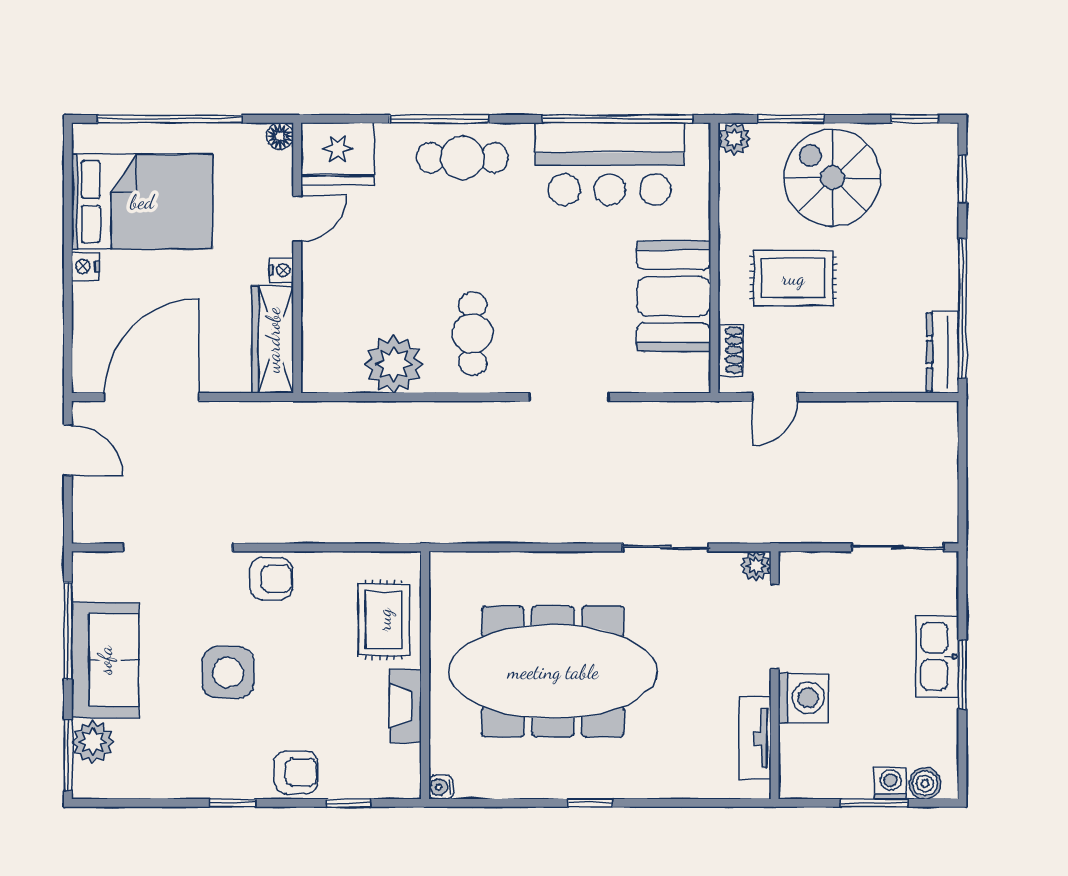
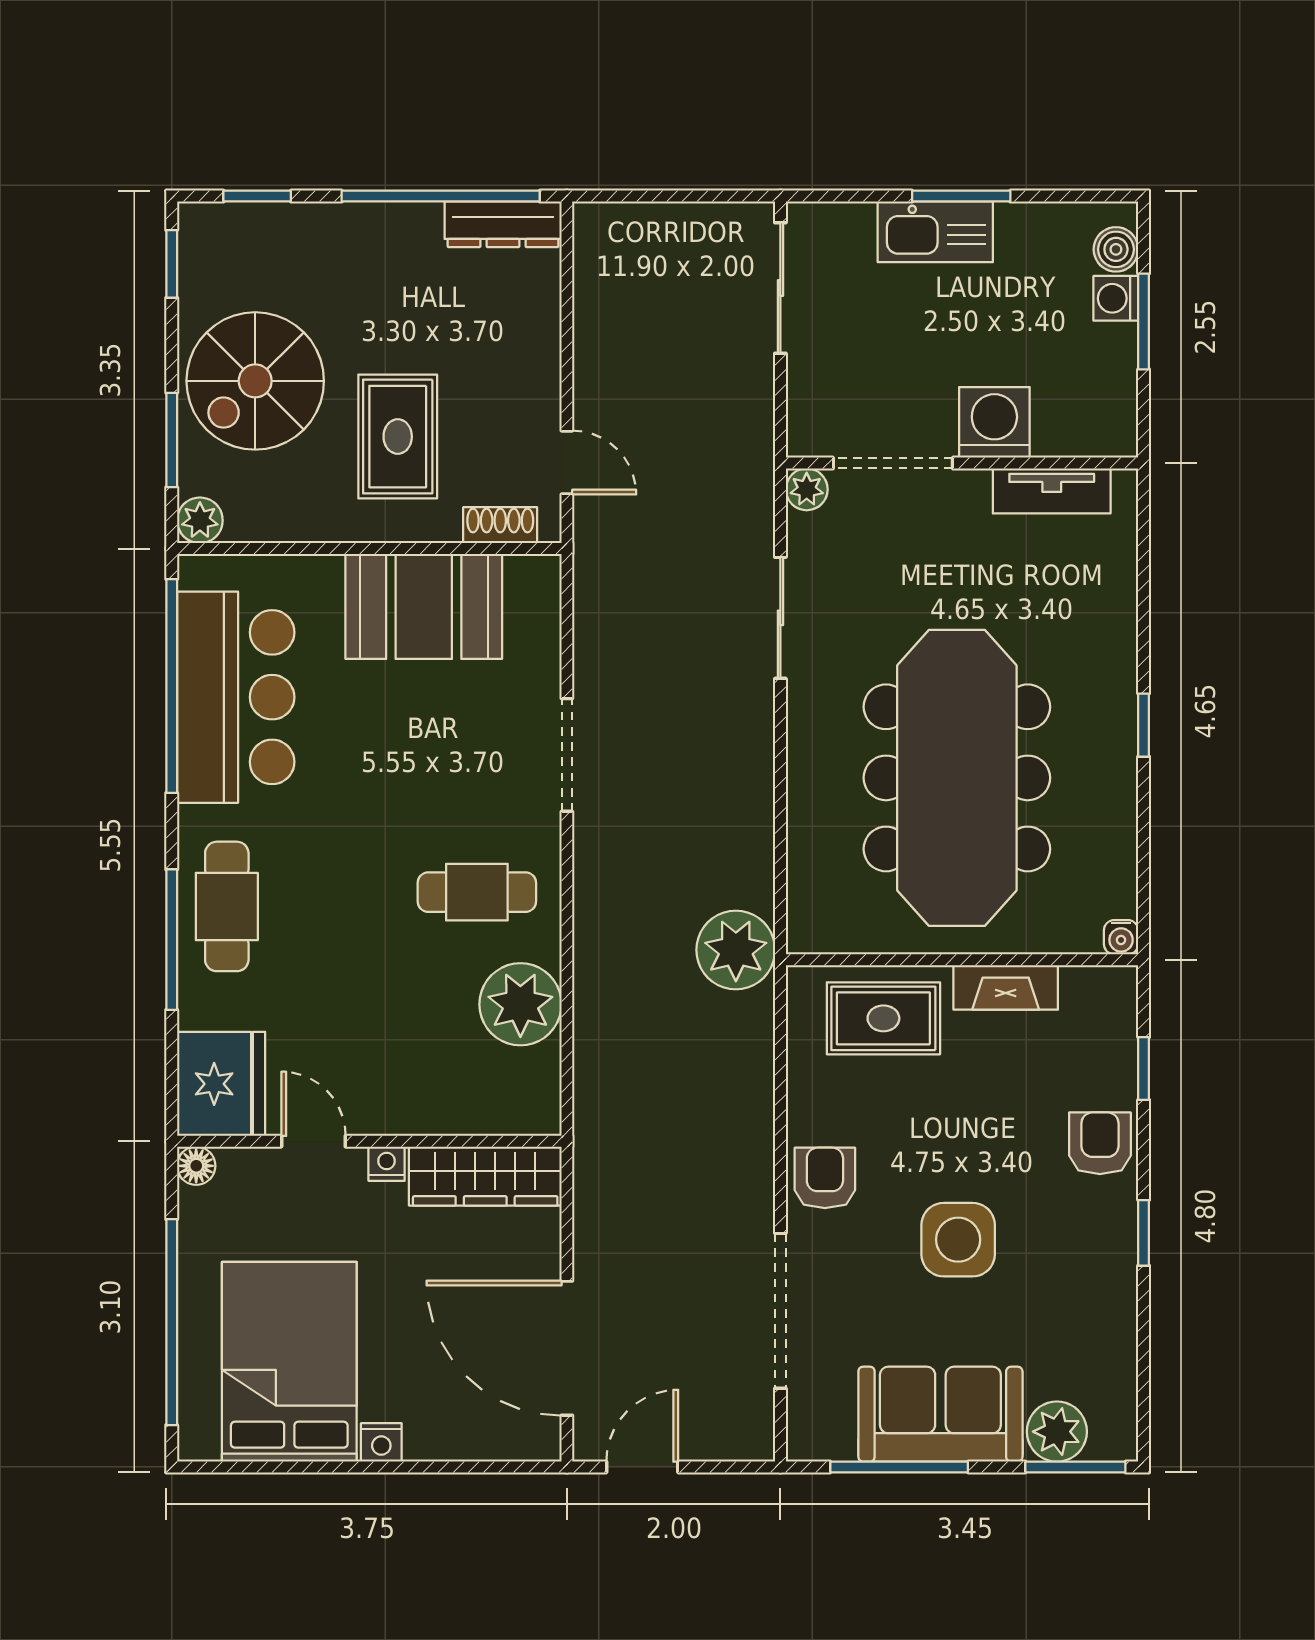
plant: (432, 516) -> (736, 950), added

